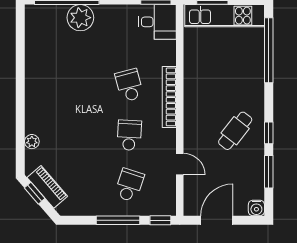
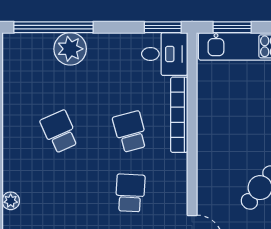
school desk: (72, 85) -> (59, 132), added
bookcase: (169, 97) -> (179, 115), moved

